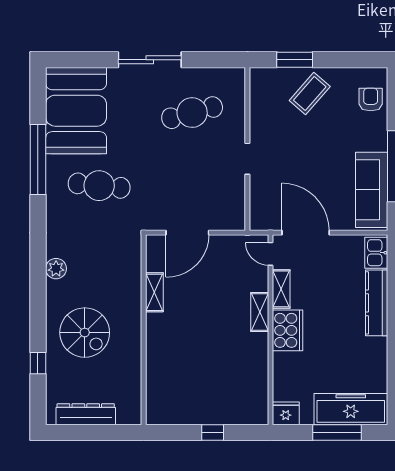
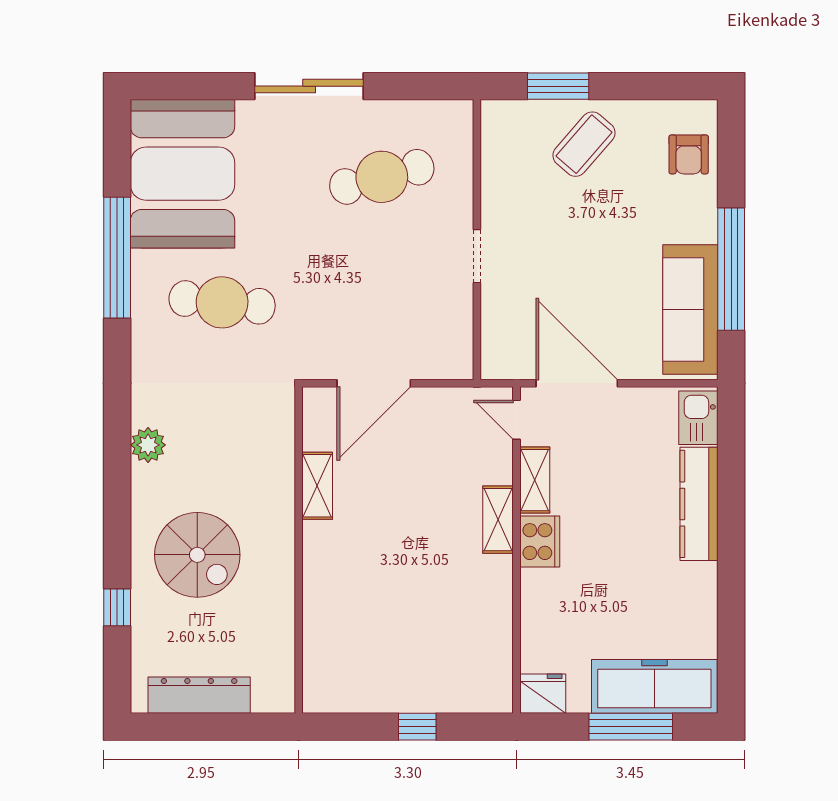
armchair: (371, 100) -> (689, 154), turned 180
cooker: (288, 330) -> (540, 542), width x0.73, depth x0.76

